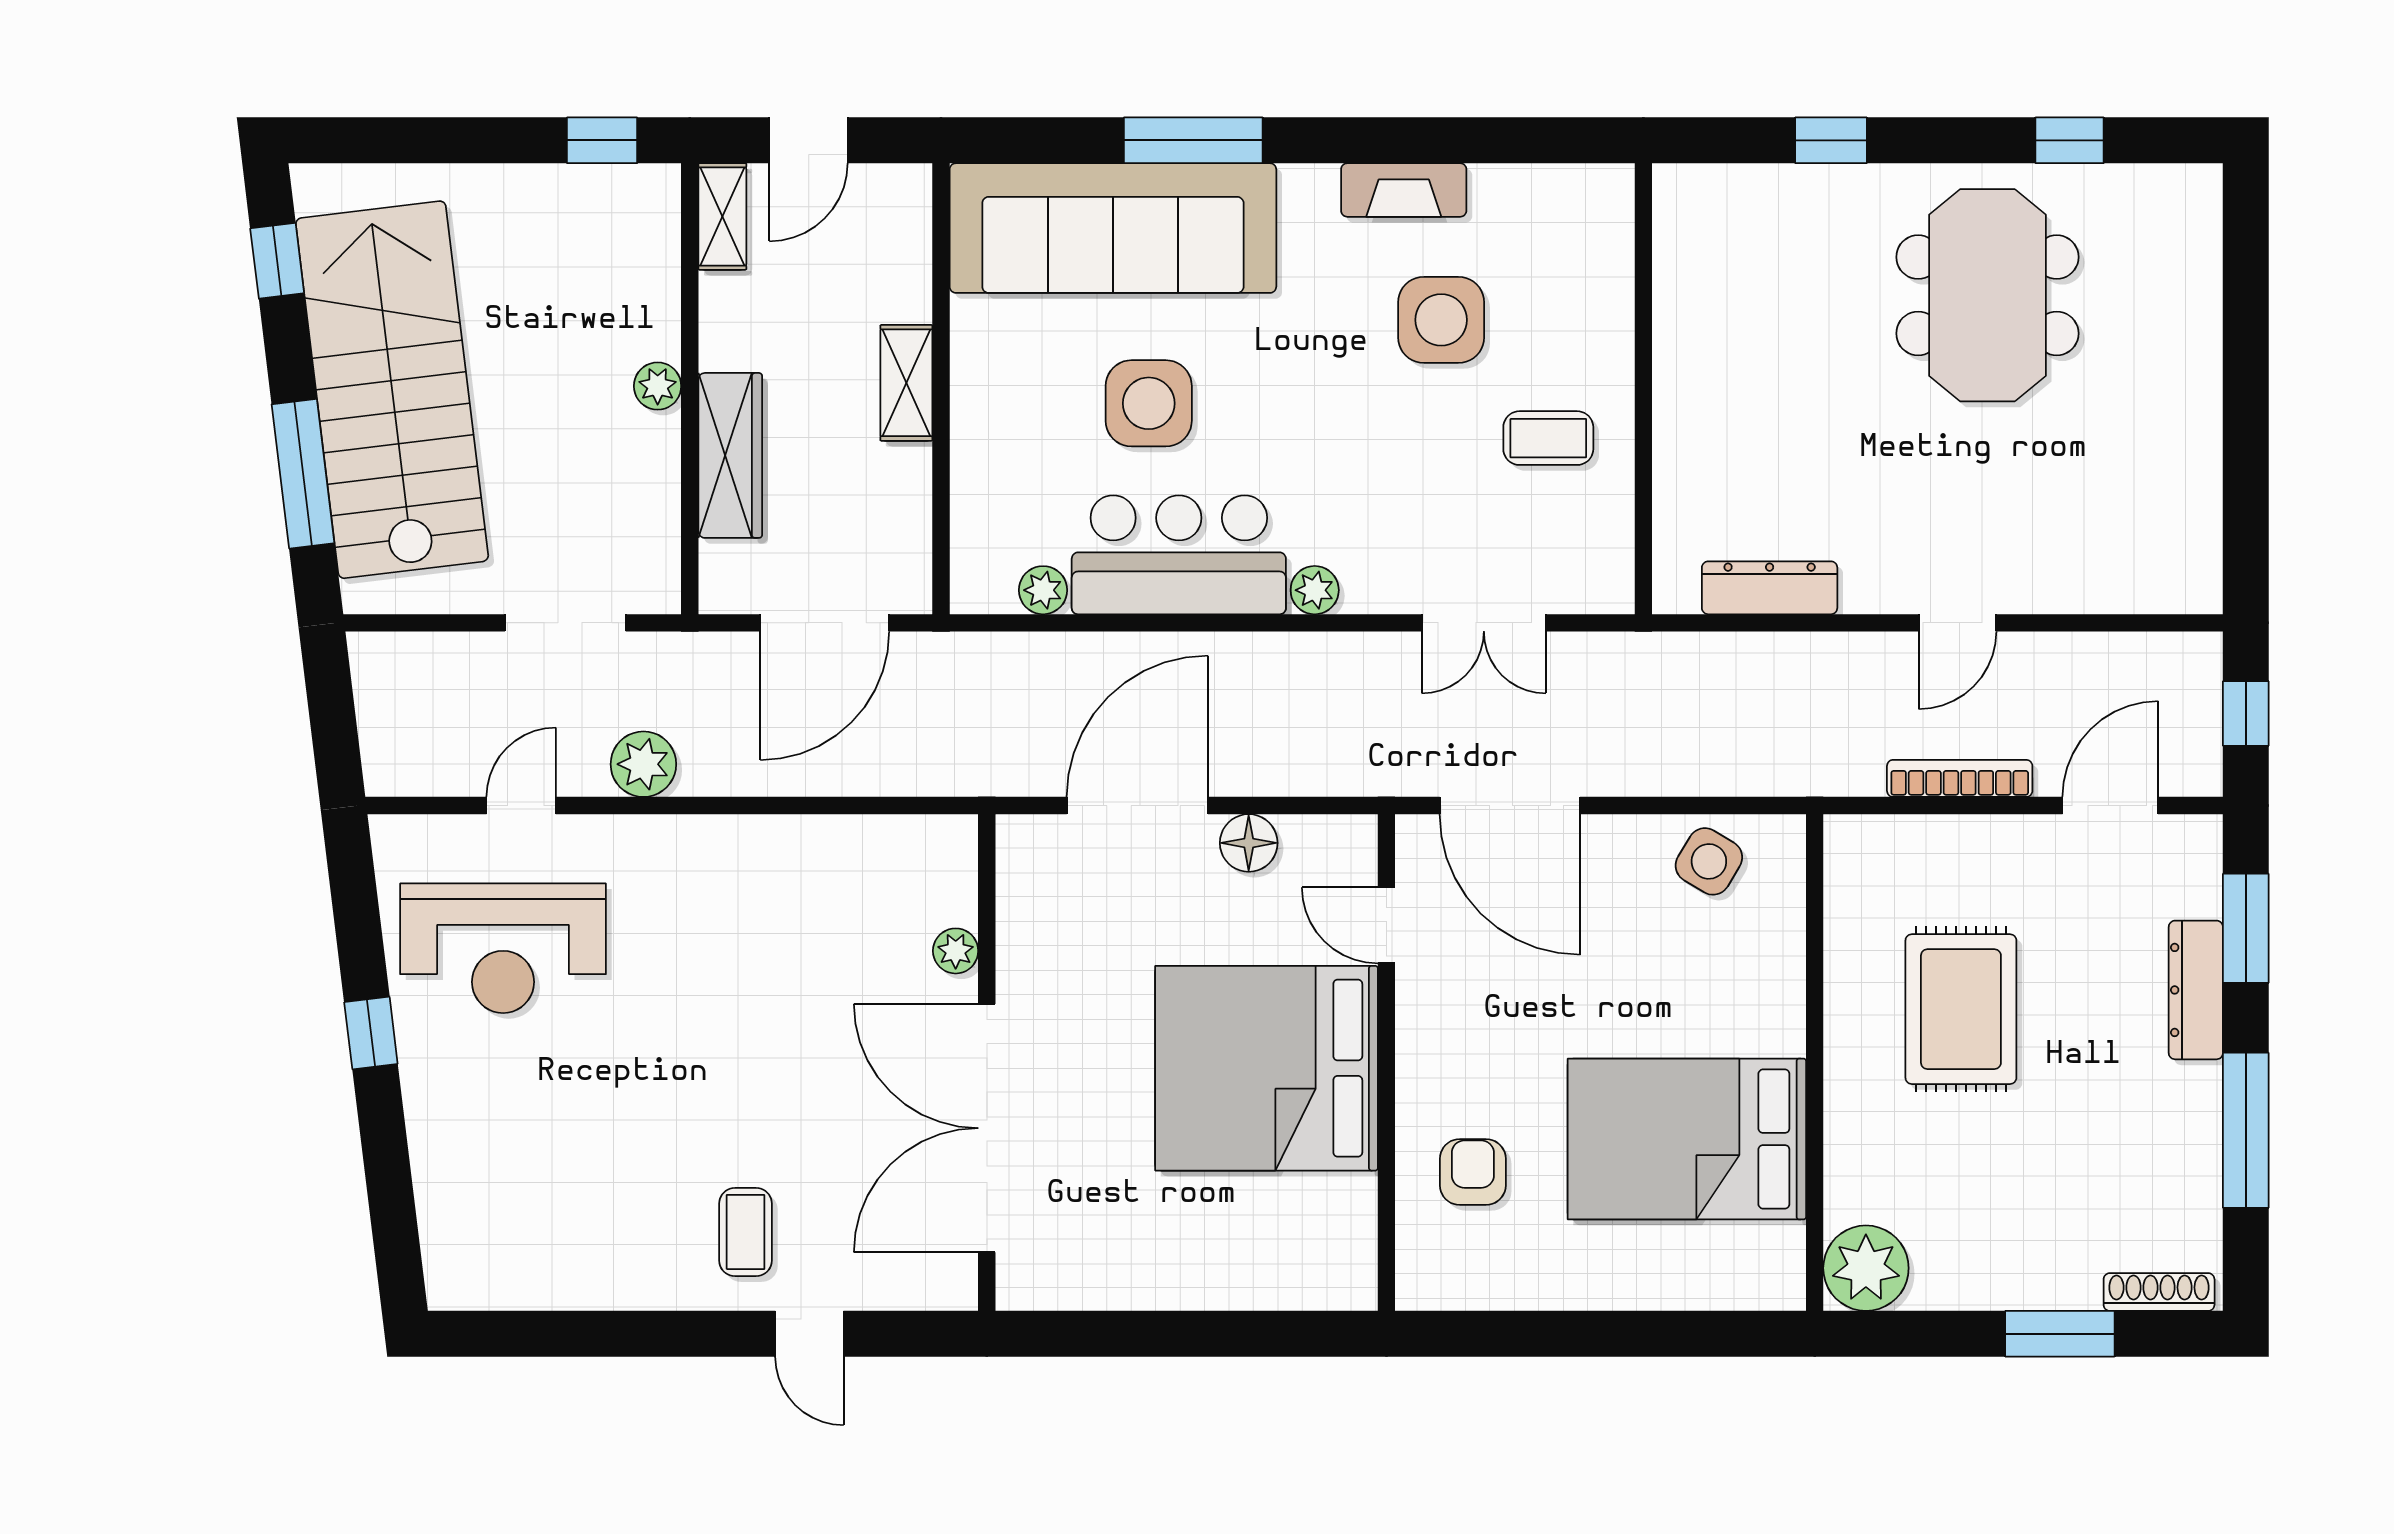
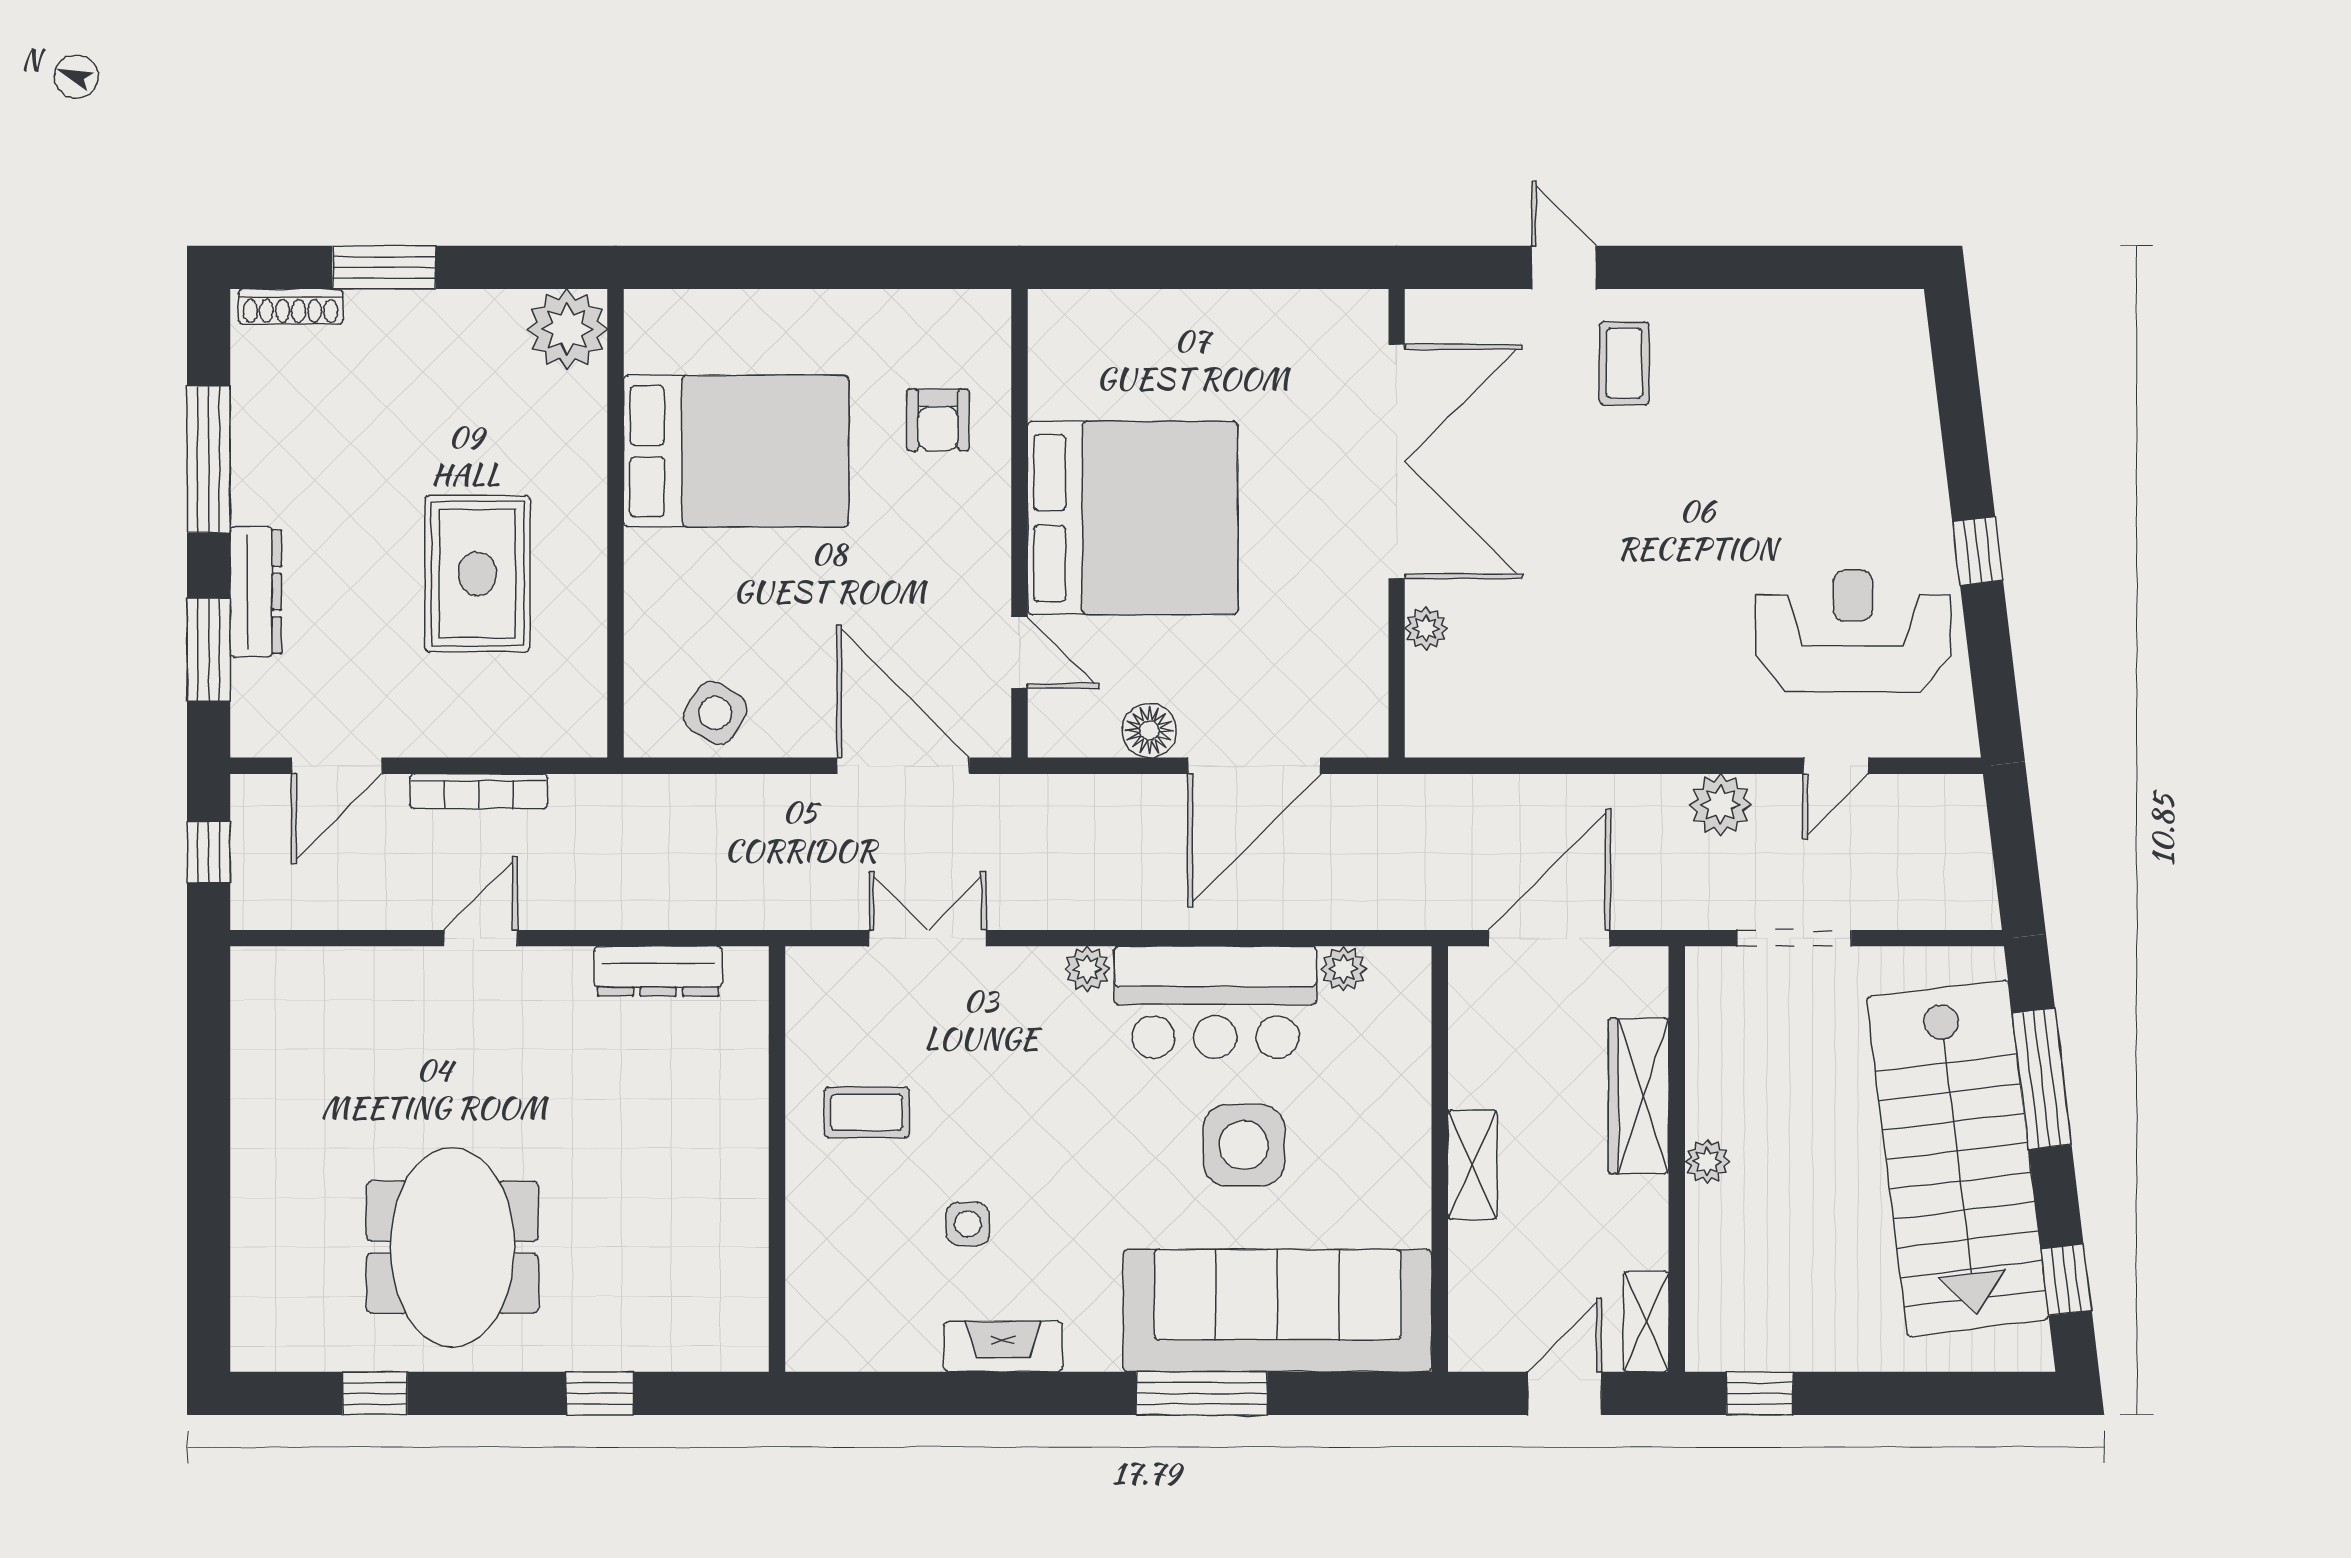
side table: (1441, 320) -> (968, 1224), width x0.54, depth x0.54

